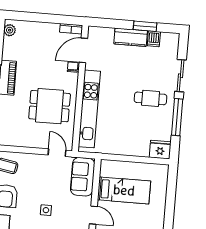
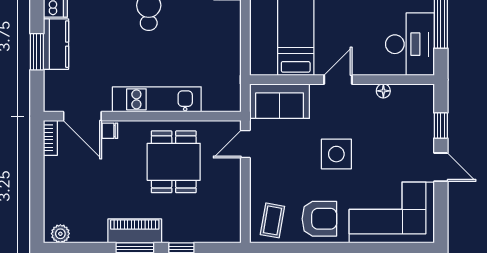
window: (145, 26) -> (37, 52), moved
kitchen unit: (89, 109) -> (157, 99), width x0.73
side table: (46, 210) -> (336, 154), width x1.87, depth x1.87

